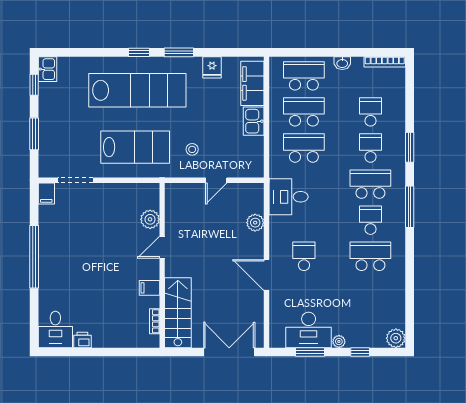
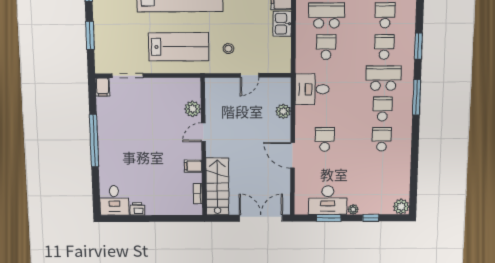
school desk: (304, 148) -> (326, 47), width x0.54
school desk: (370, 256) -> (382, 139), width x0.54

